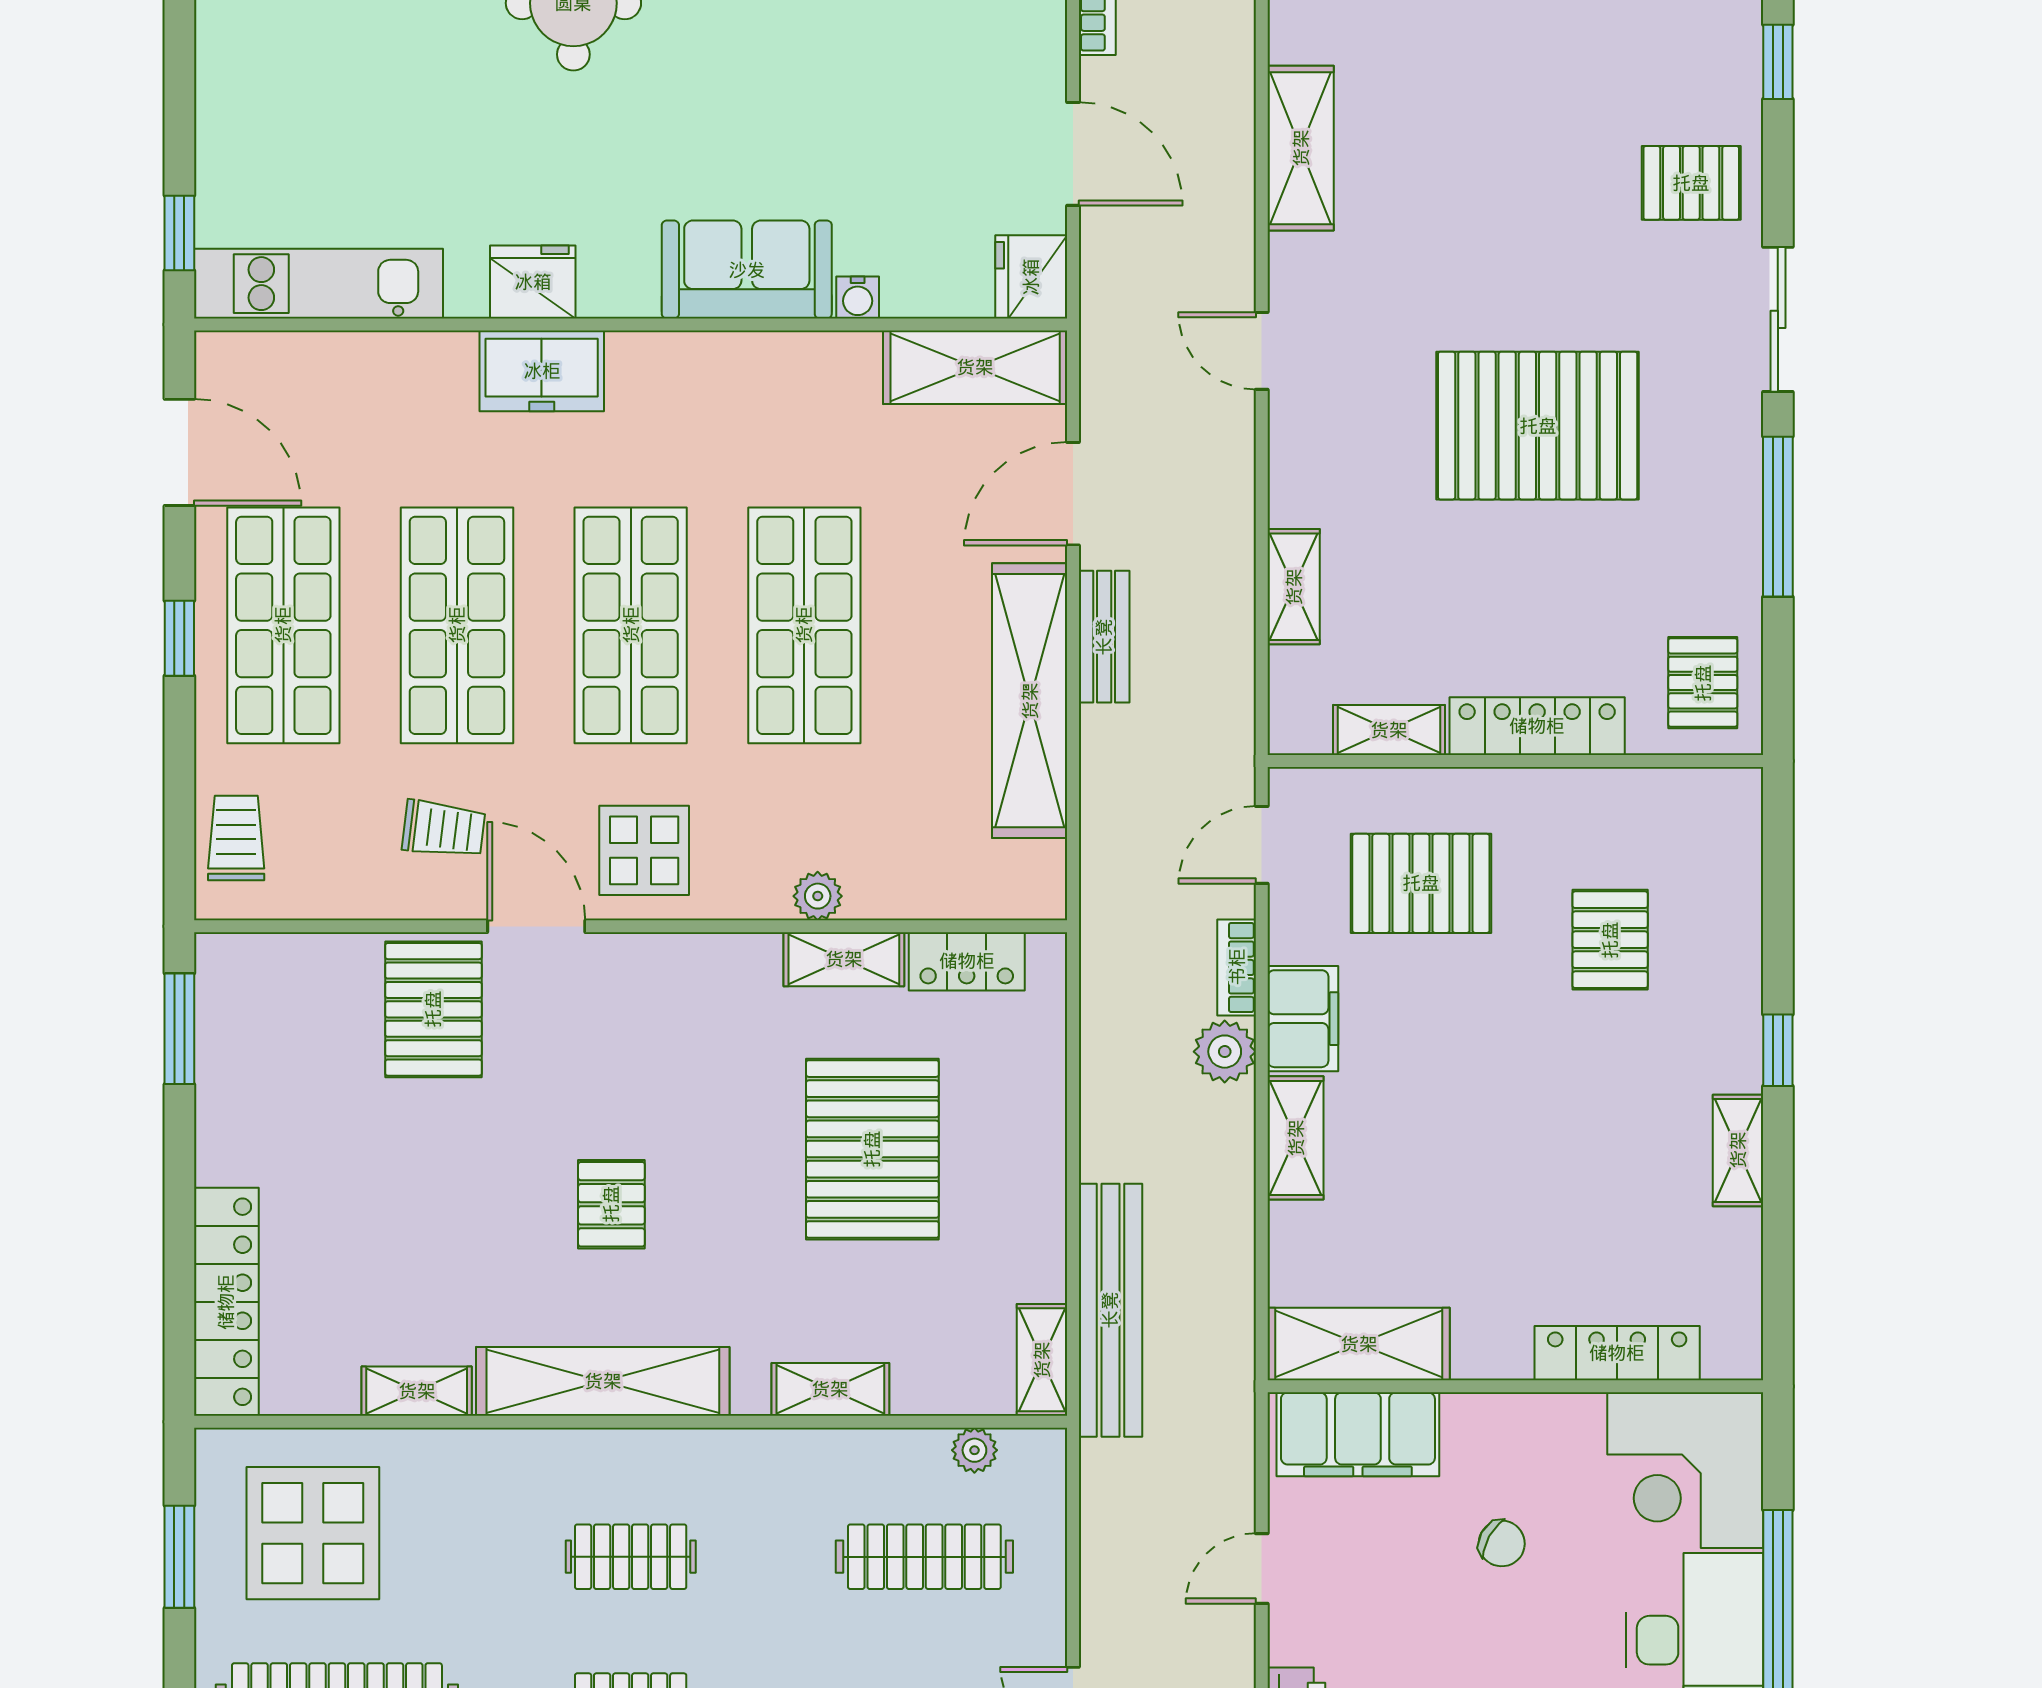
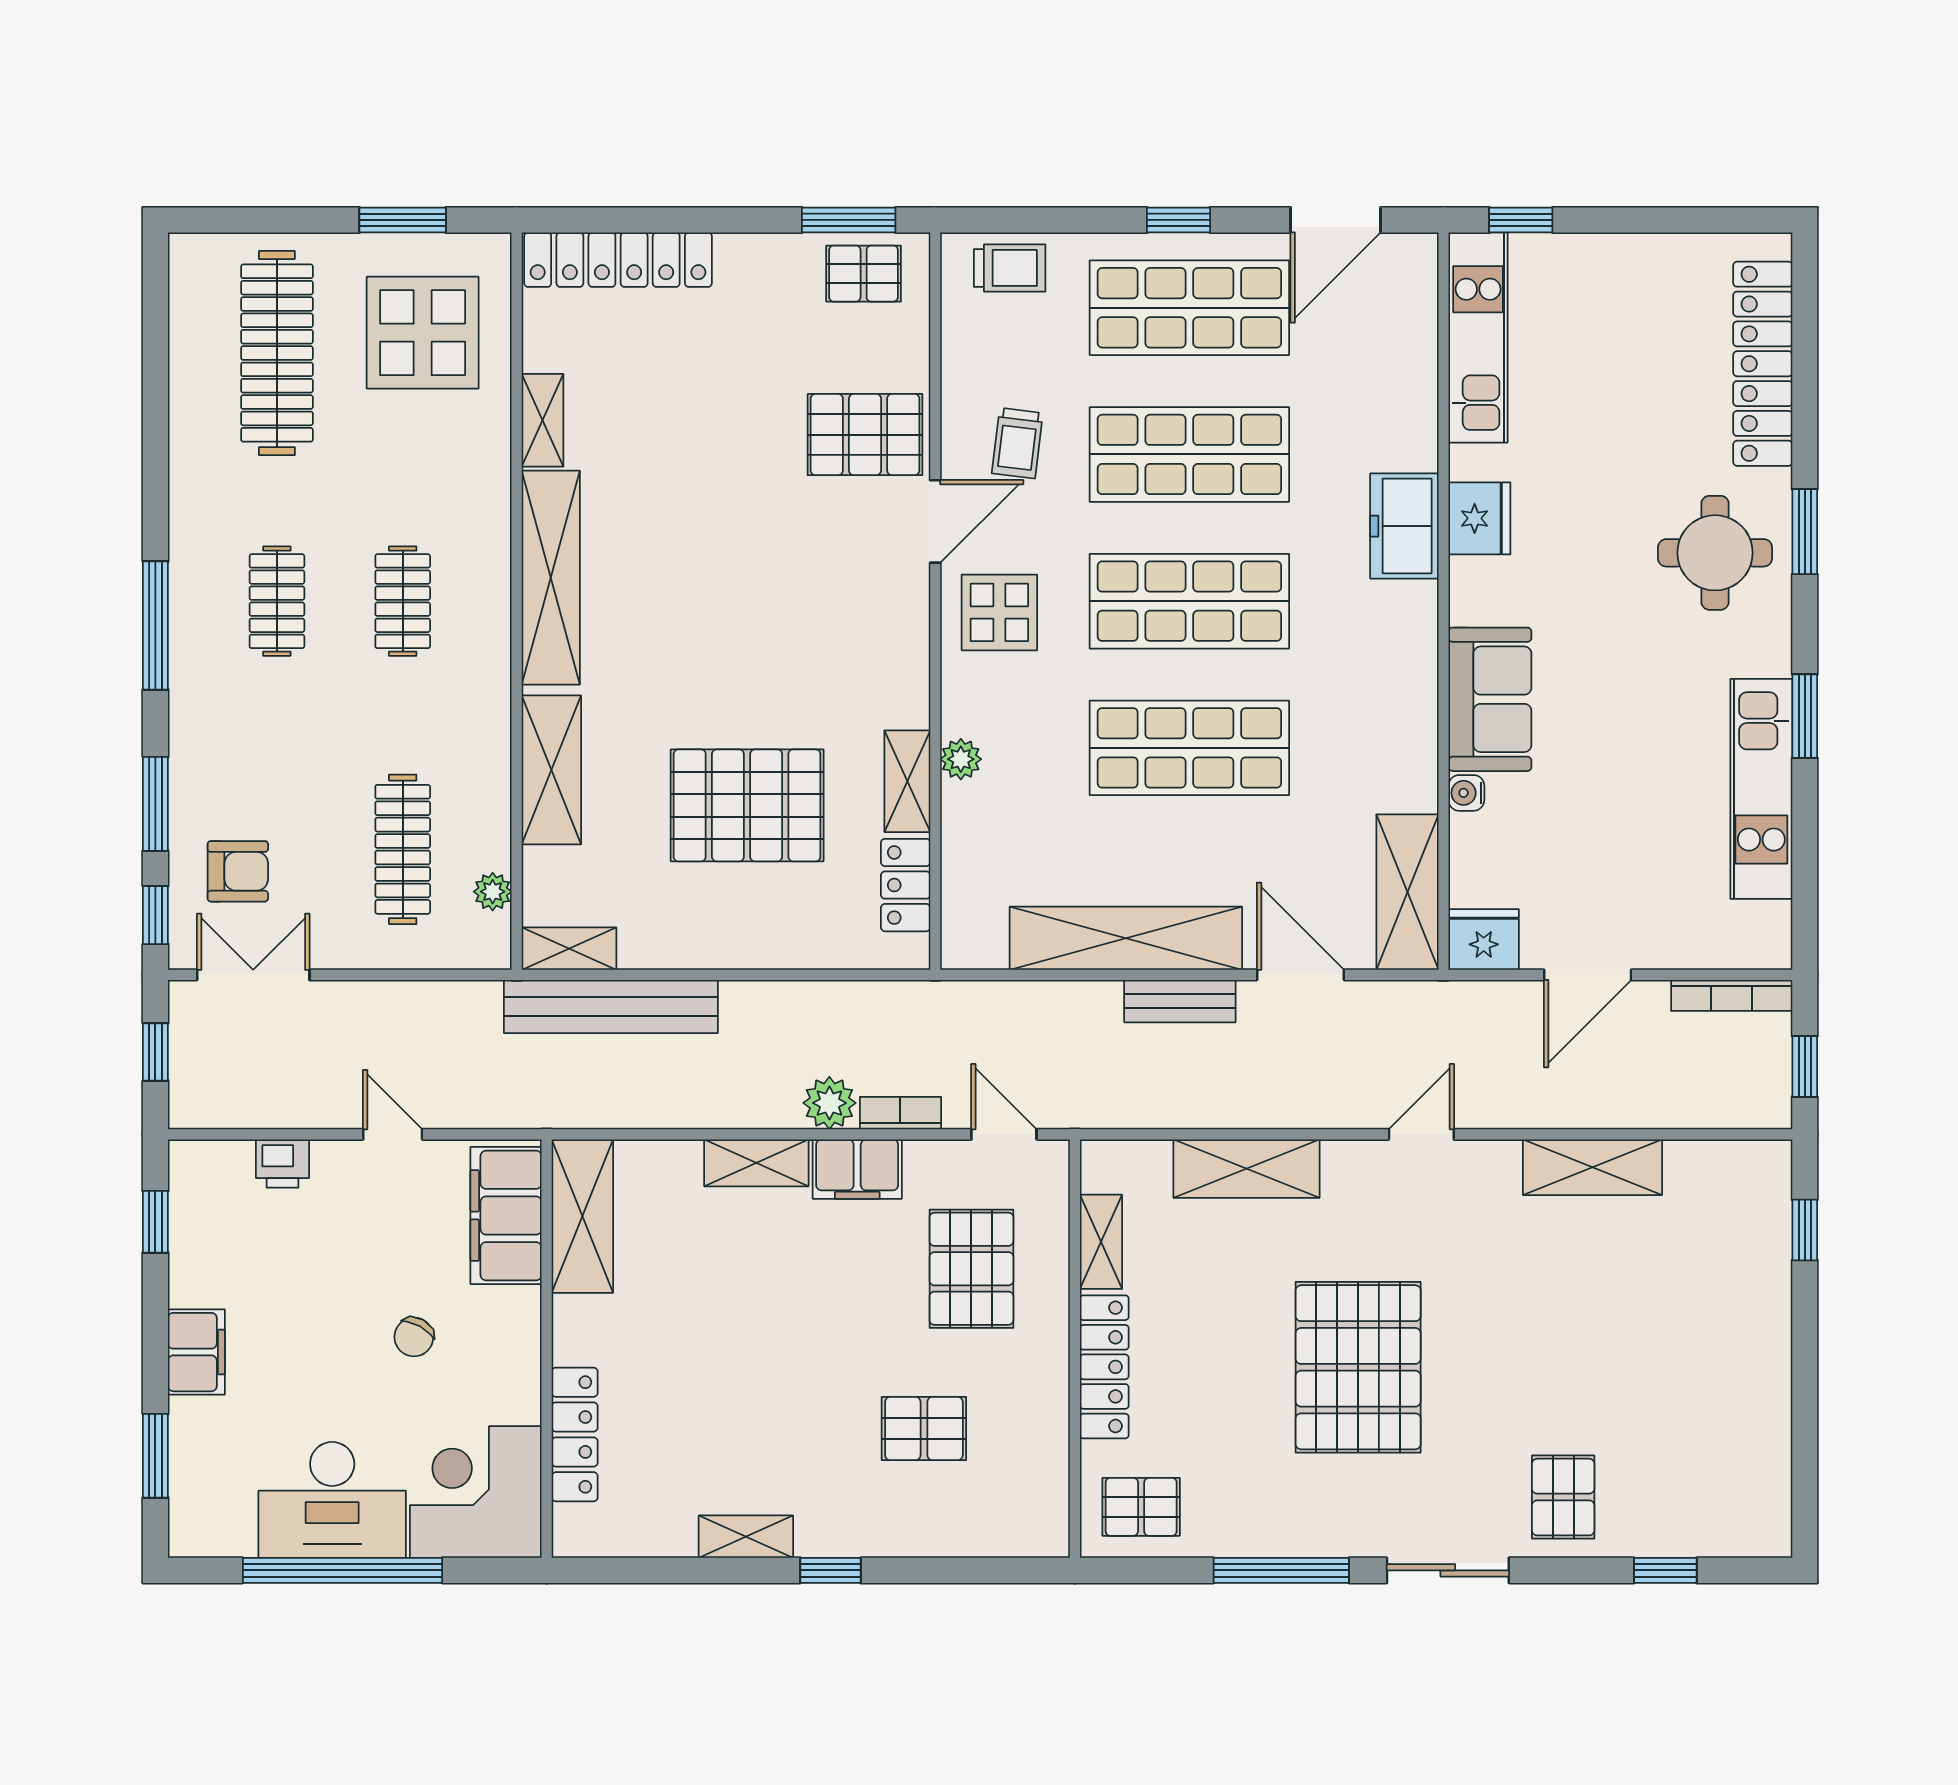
shelving: (1294, 587) -> (1246, 1169), width x1.50, depth x1.33
pallet: (611, 1204) -> (864, 274), moved
shelving: (830, 1389) -> (551, 770), width x1.50, depth x1.33

